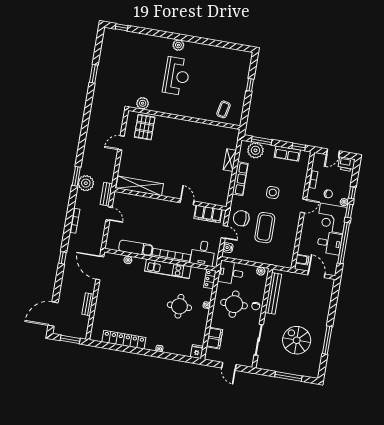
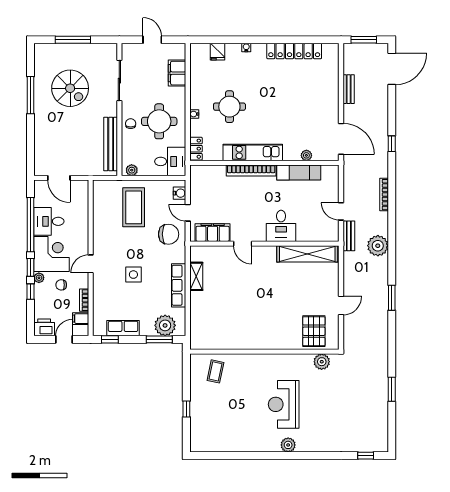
shelving: (230, 160) -> (196, 276), moved
window: (76, 176) -> (392, 298), moved
coffee table: (265, 228) -> (134, 207), moved
desk: (203, 253) -> (281, 226), moved, turned 180
filing cabinet: (302, 260) -> (81, 319), moved
fridge: (197, 352) -> (217, 52), moved

